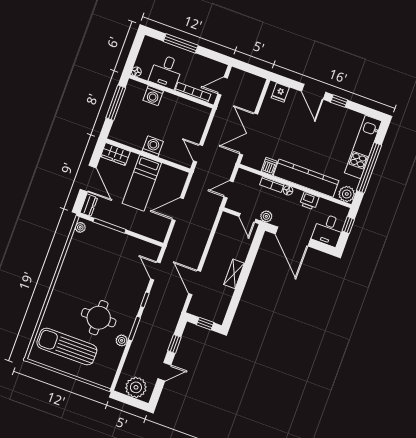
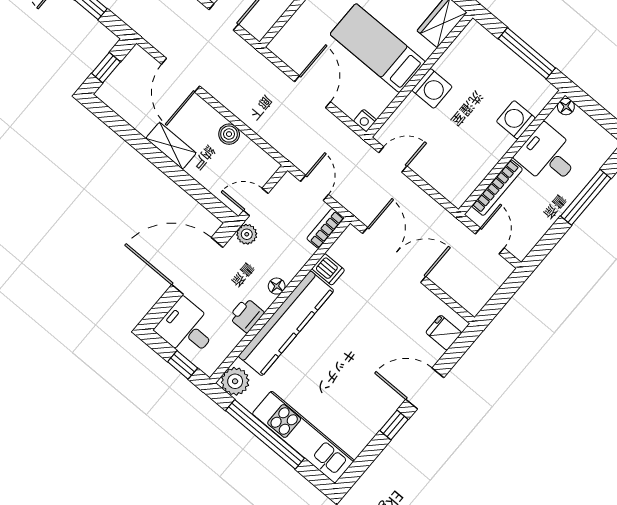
nightstand: (183, 176) -> (365, 121), added
bookcase: (272, 184) -> (325, 228), moved
boiler: (217, 245) -> (229, 134), added
door: (195, 282) -> (181, 75), swing flipped

